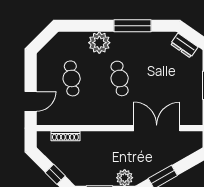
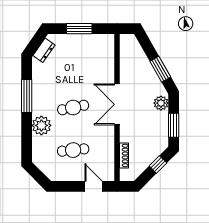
double door: (157, 128) -> (117, 104), moved

